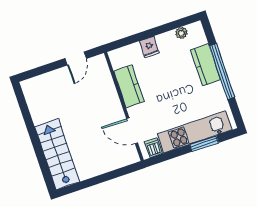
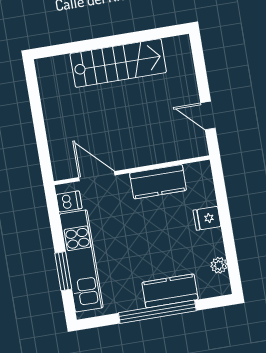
door: (132, 131) -> (97, 176), hinge flipped
stairs: (57, 154) -> (118, 63), moved

